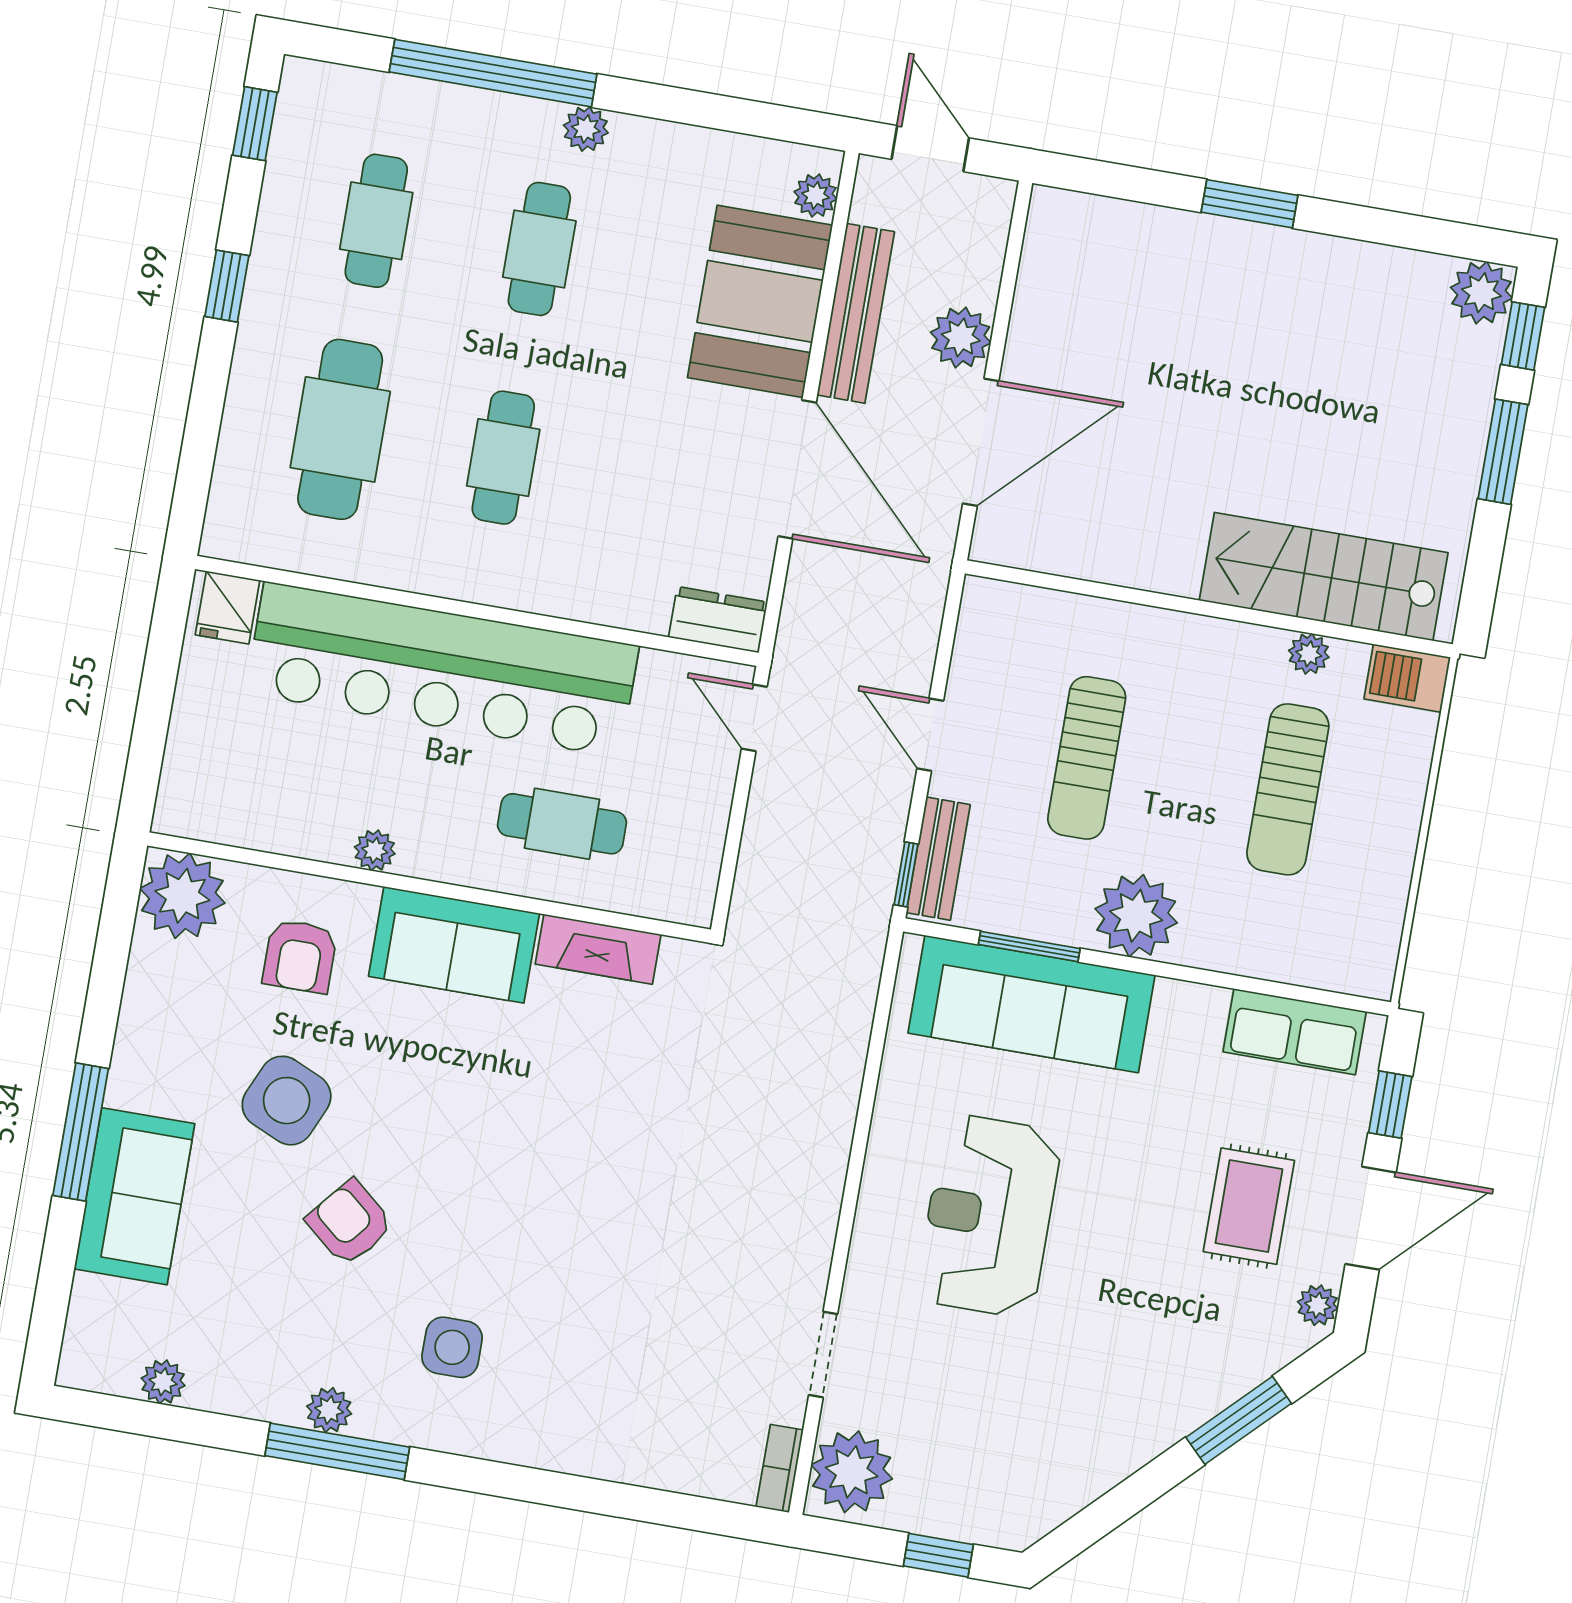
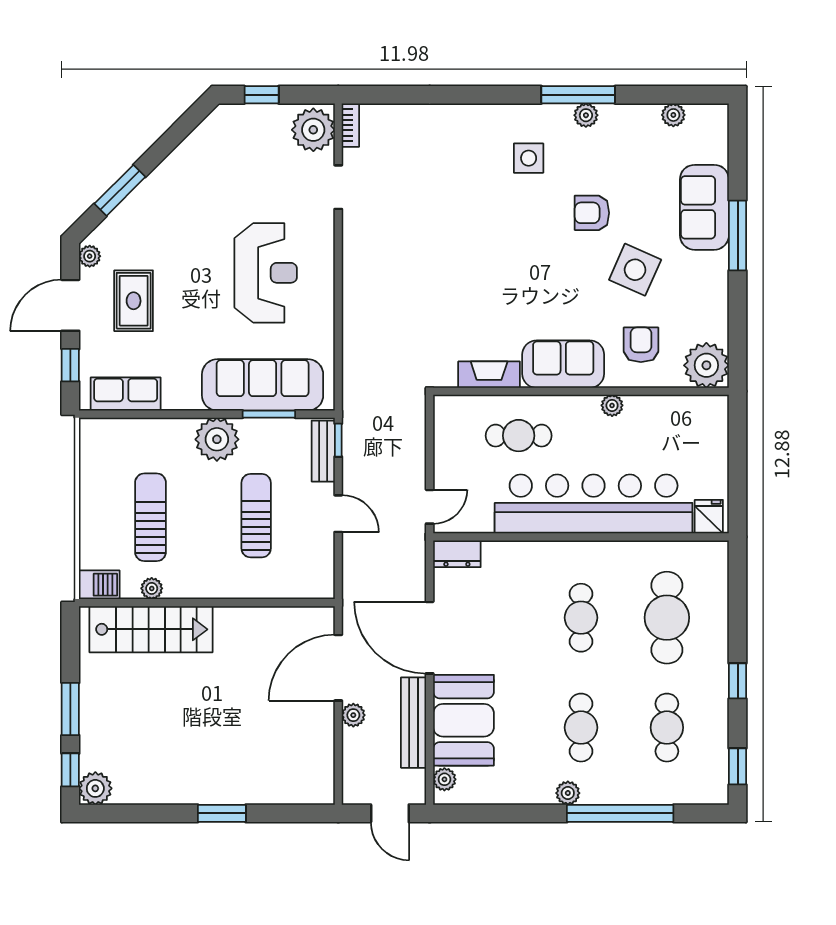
plant: (961, 338) -> (353, 715), width x0.73, depth x0.73
door: (754, 718) -> (430, 507), hinge flipped
armchair: (350, 1223) -> (592, 213), turned 140

